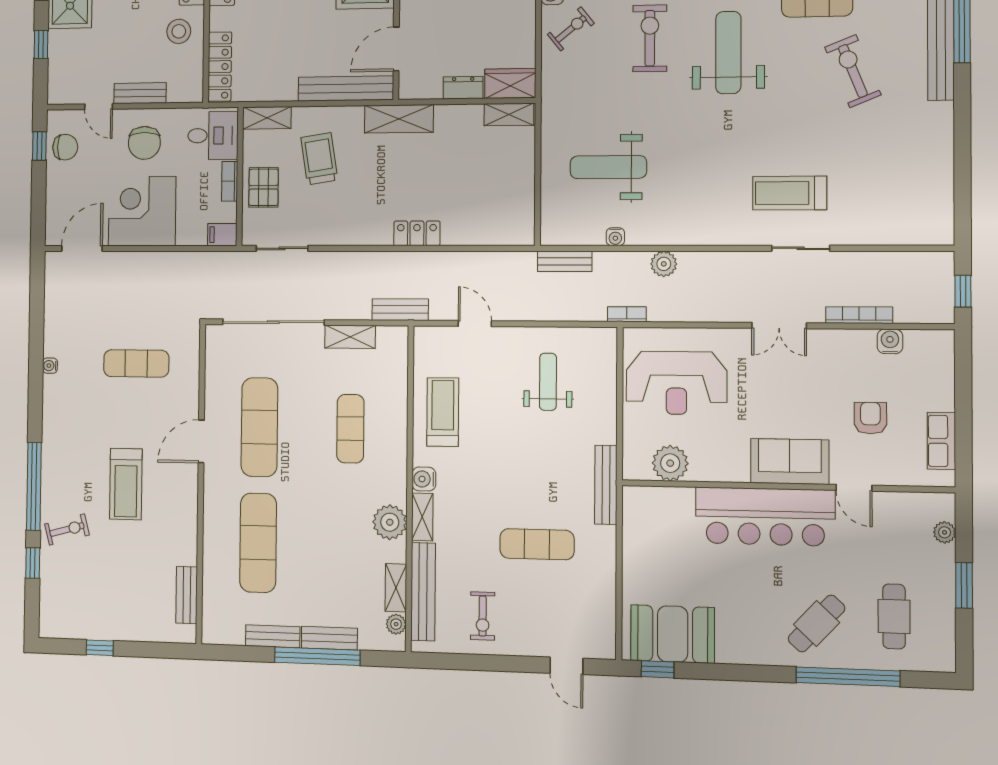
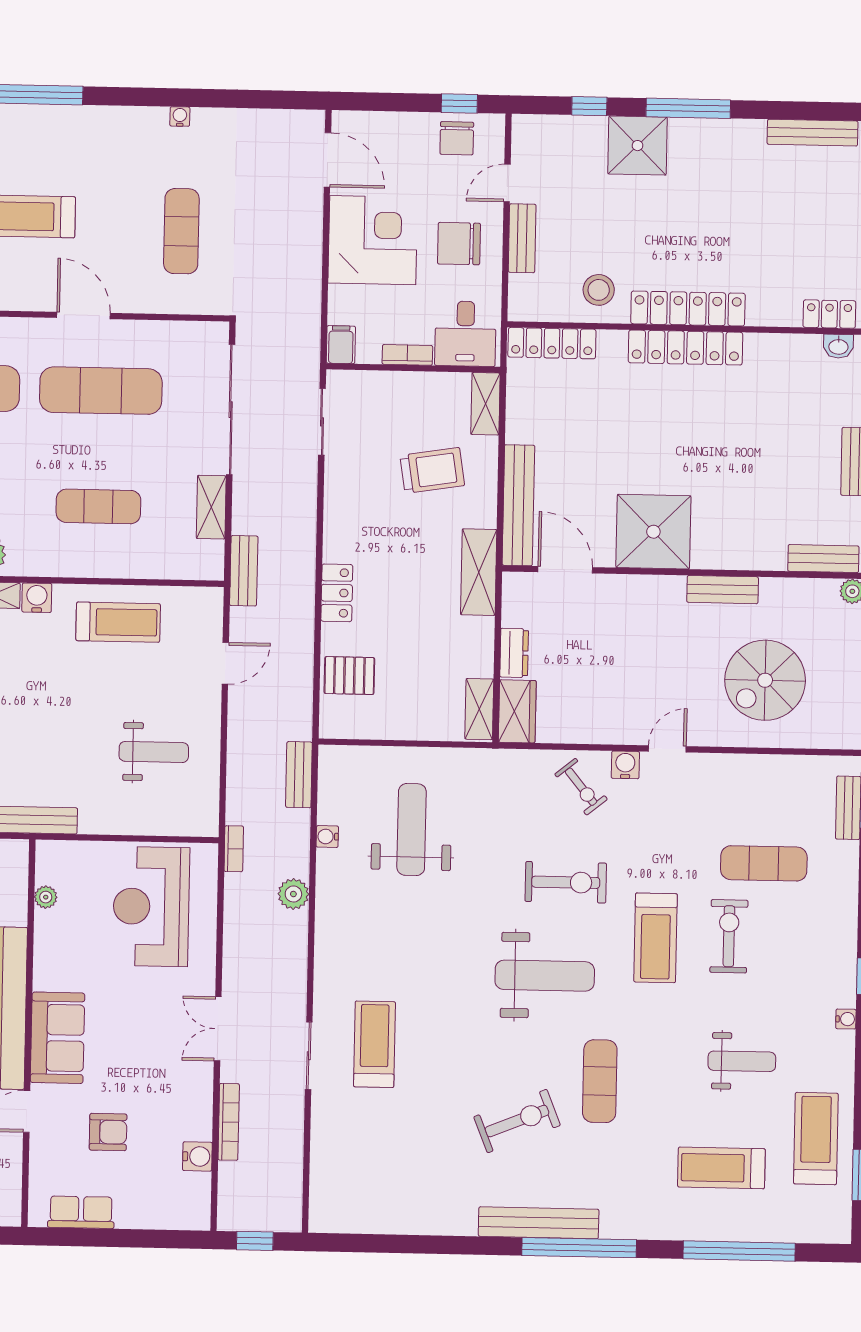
pallet: (264, 187) -> (349, 676), moved
plant: (670, 463) -> (46, 897), width x0.53, depth x0.53

